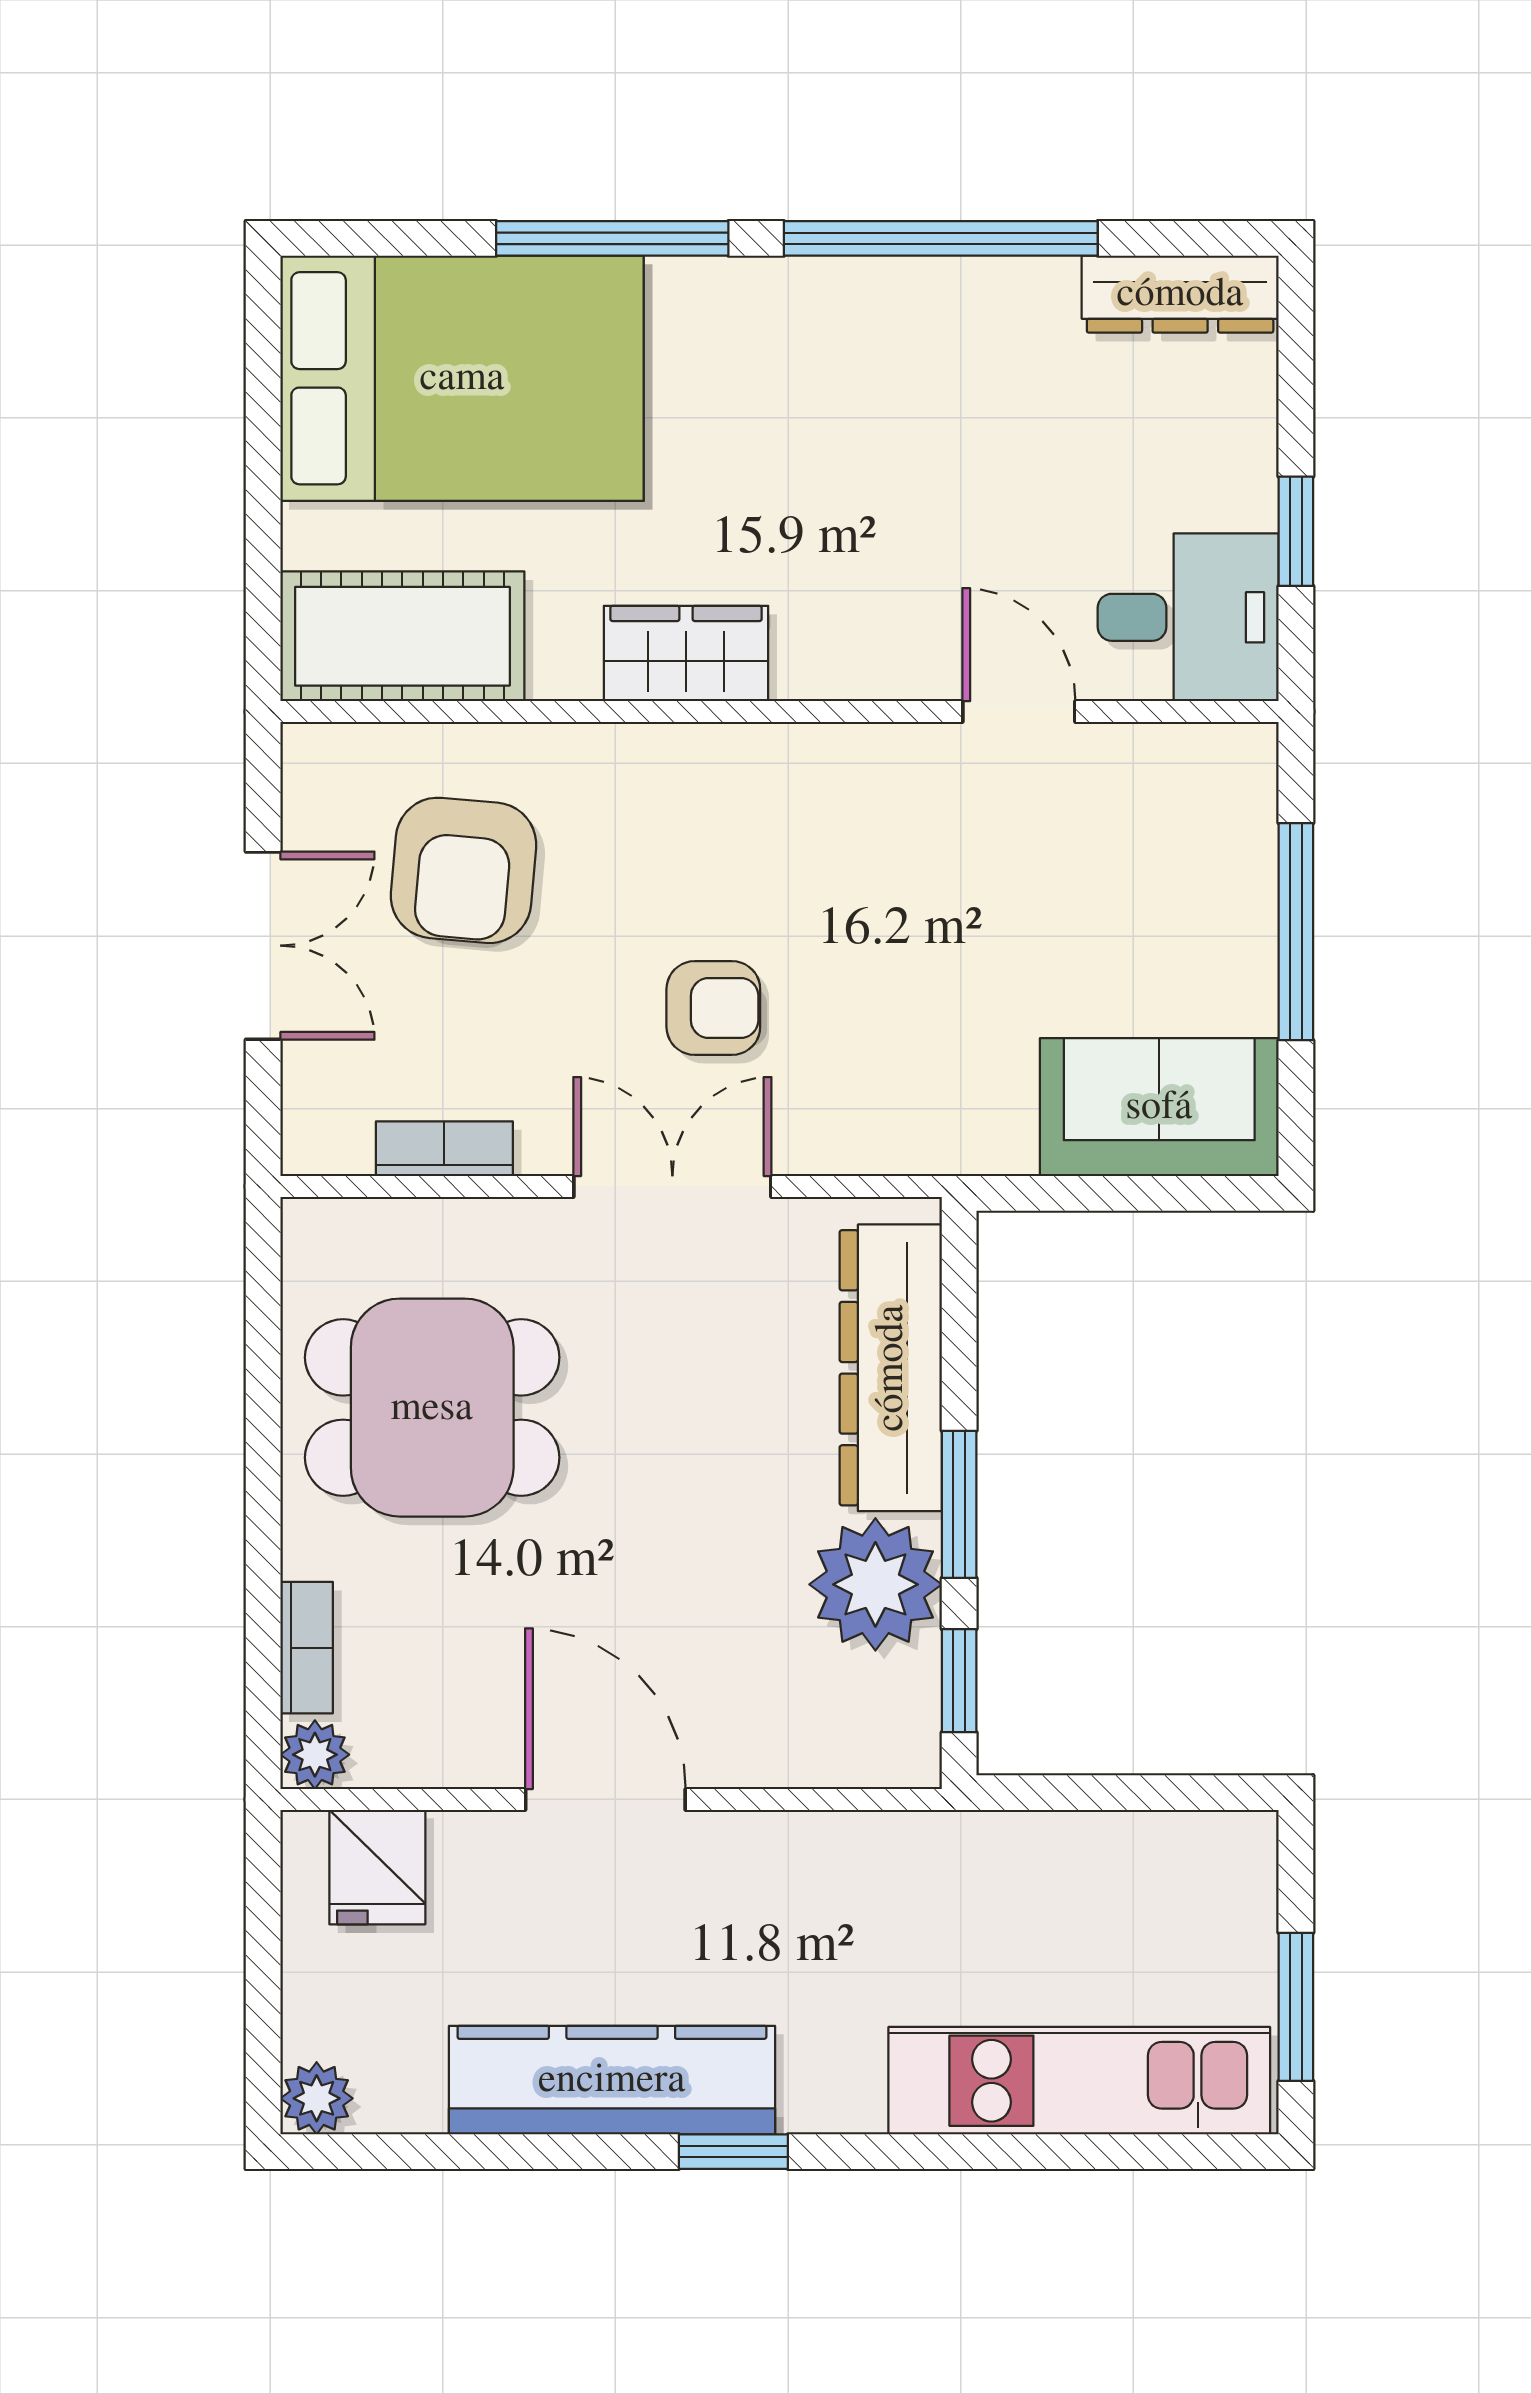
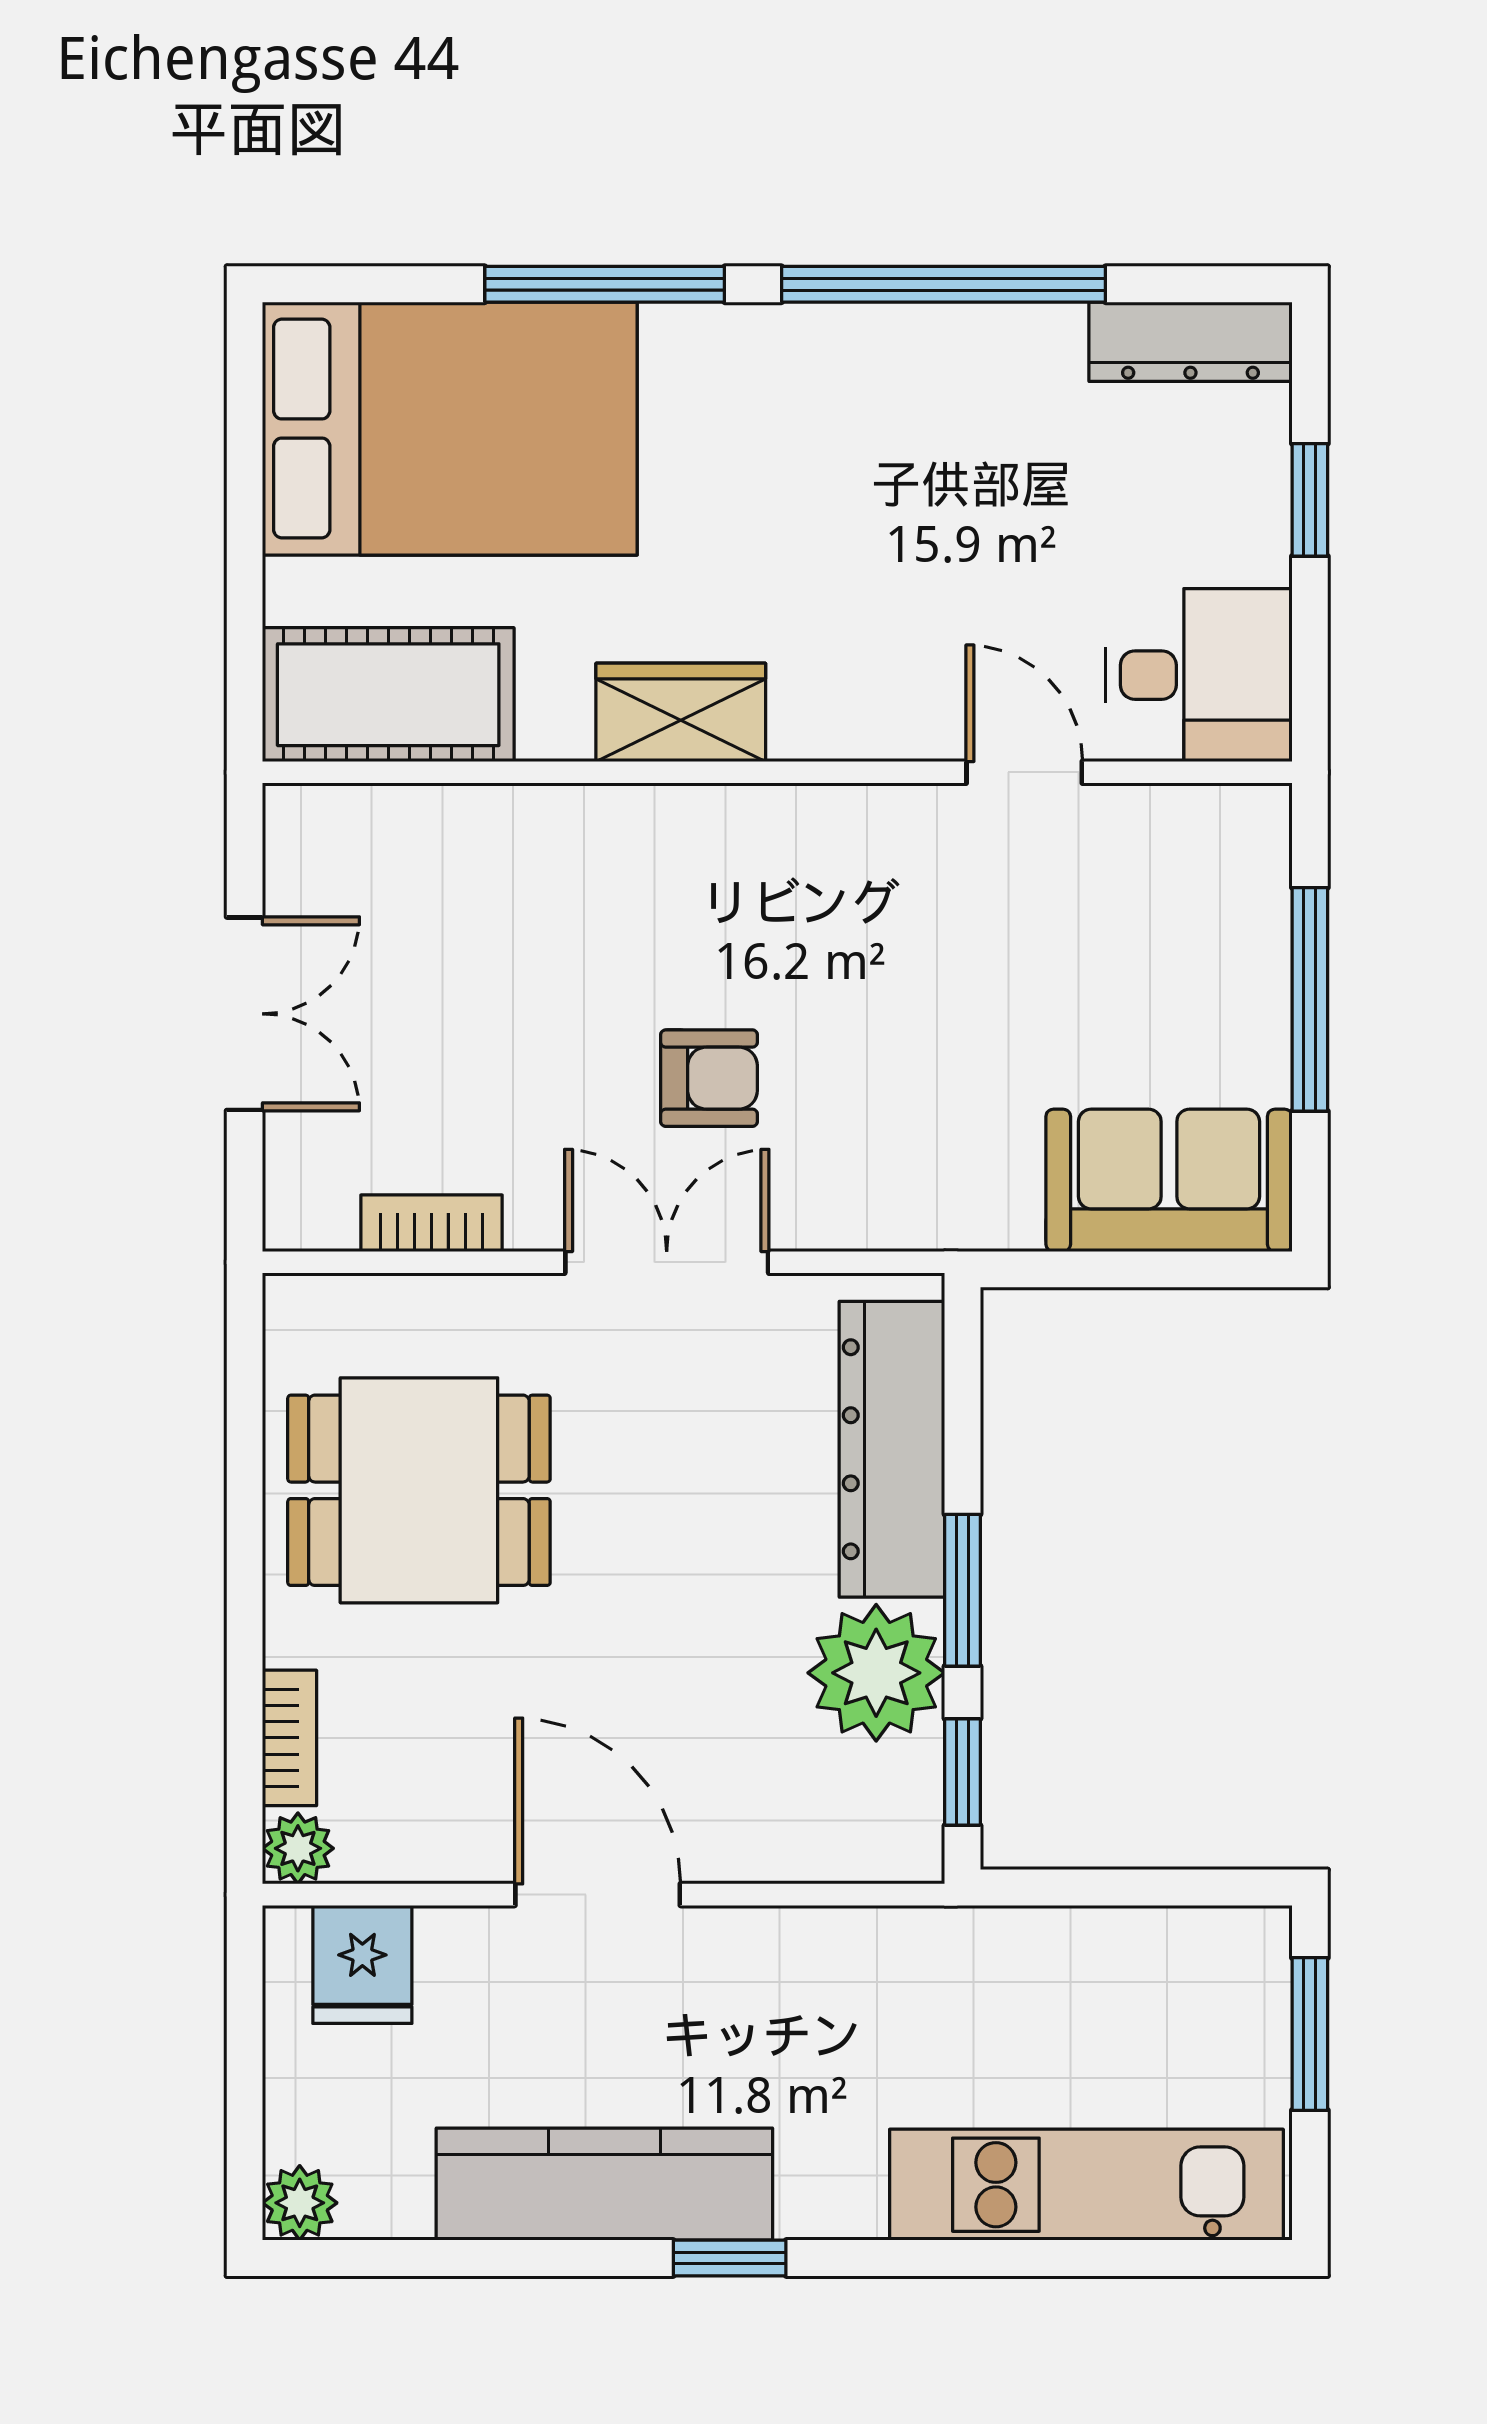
window: (1296, 531) -> (1310, 500), moved
armchair: (464, 870) -> (451, 936), removed
window: (1296, 2007) -> (1310, 2034), moved

